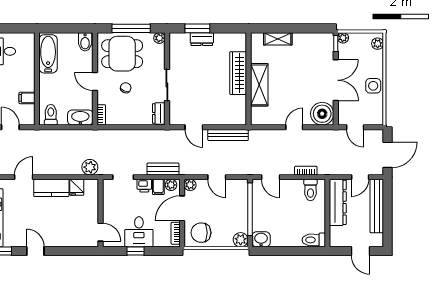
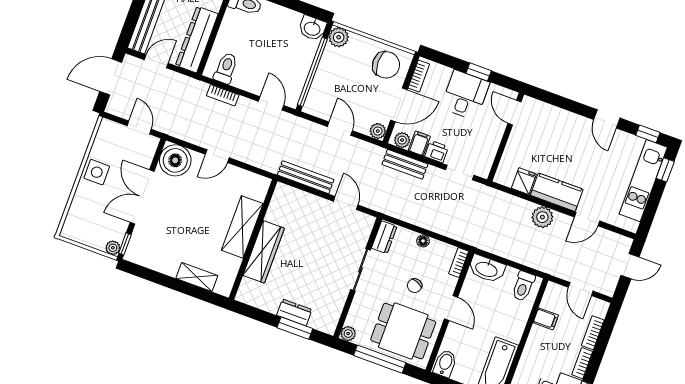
plant: (378, 44) -> (71, 224), removed
floor lamp: (131, 121) -> (423, 241), added
plant: (90, 167) -> (542, 217), moved

